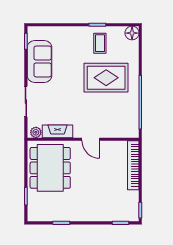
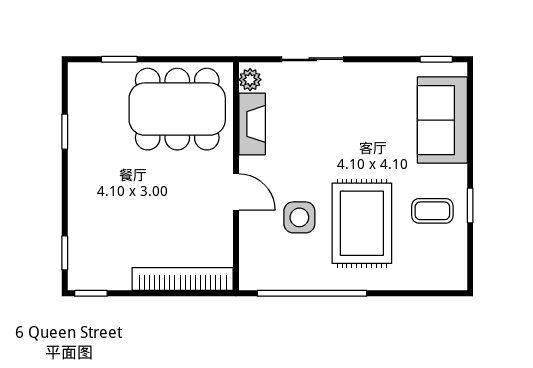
floor lamp: (132, 33) -> (453, 276), removed
sofa: (39, 61) -> (442, 120), moved, turned 90
side table: (103, 108) -> (299, 217), added
door: (91, 139) -> (236, 192), swing flipped

